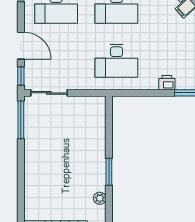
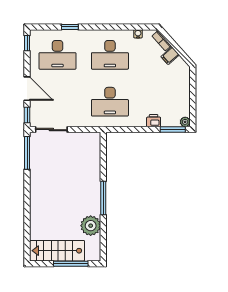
window: (109, 172) -> (103, 198), width x1.44
plant: (100, 198) -> (91, 226), width x1.88, depth x1.88

